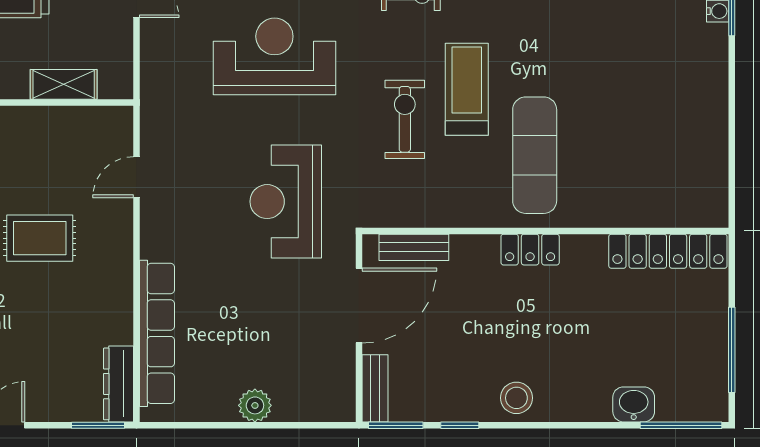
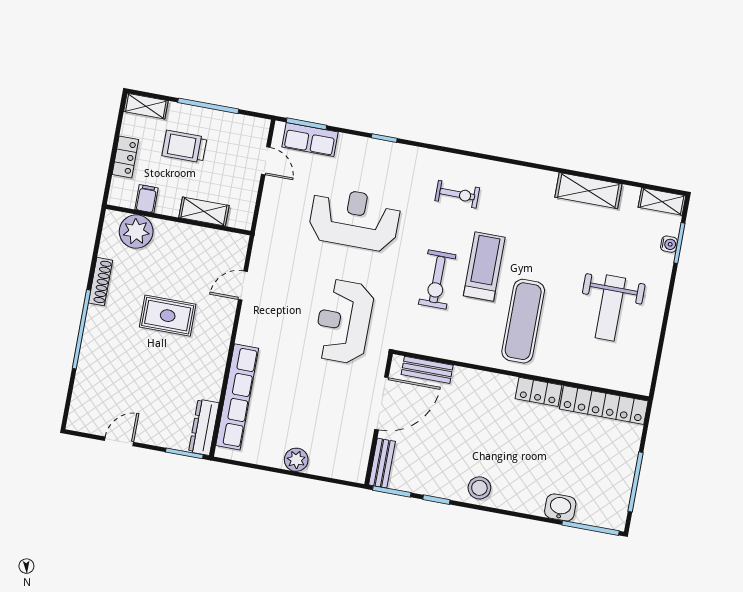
weight bench: (652, 115) -> (610, 308), added
exercise bike: (405, 119) -> (437, 280), turned 180
locker: (530, 250) -> (539, 392), moved

